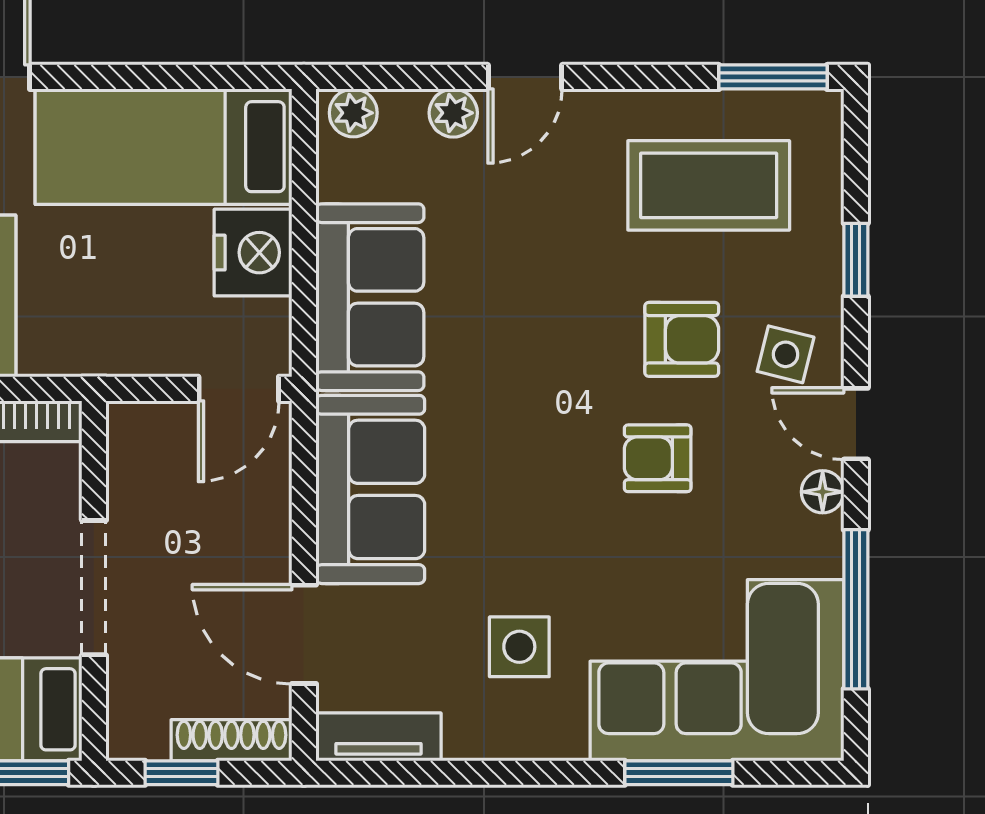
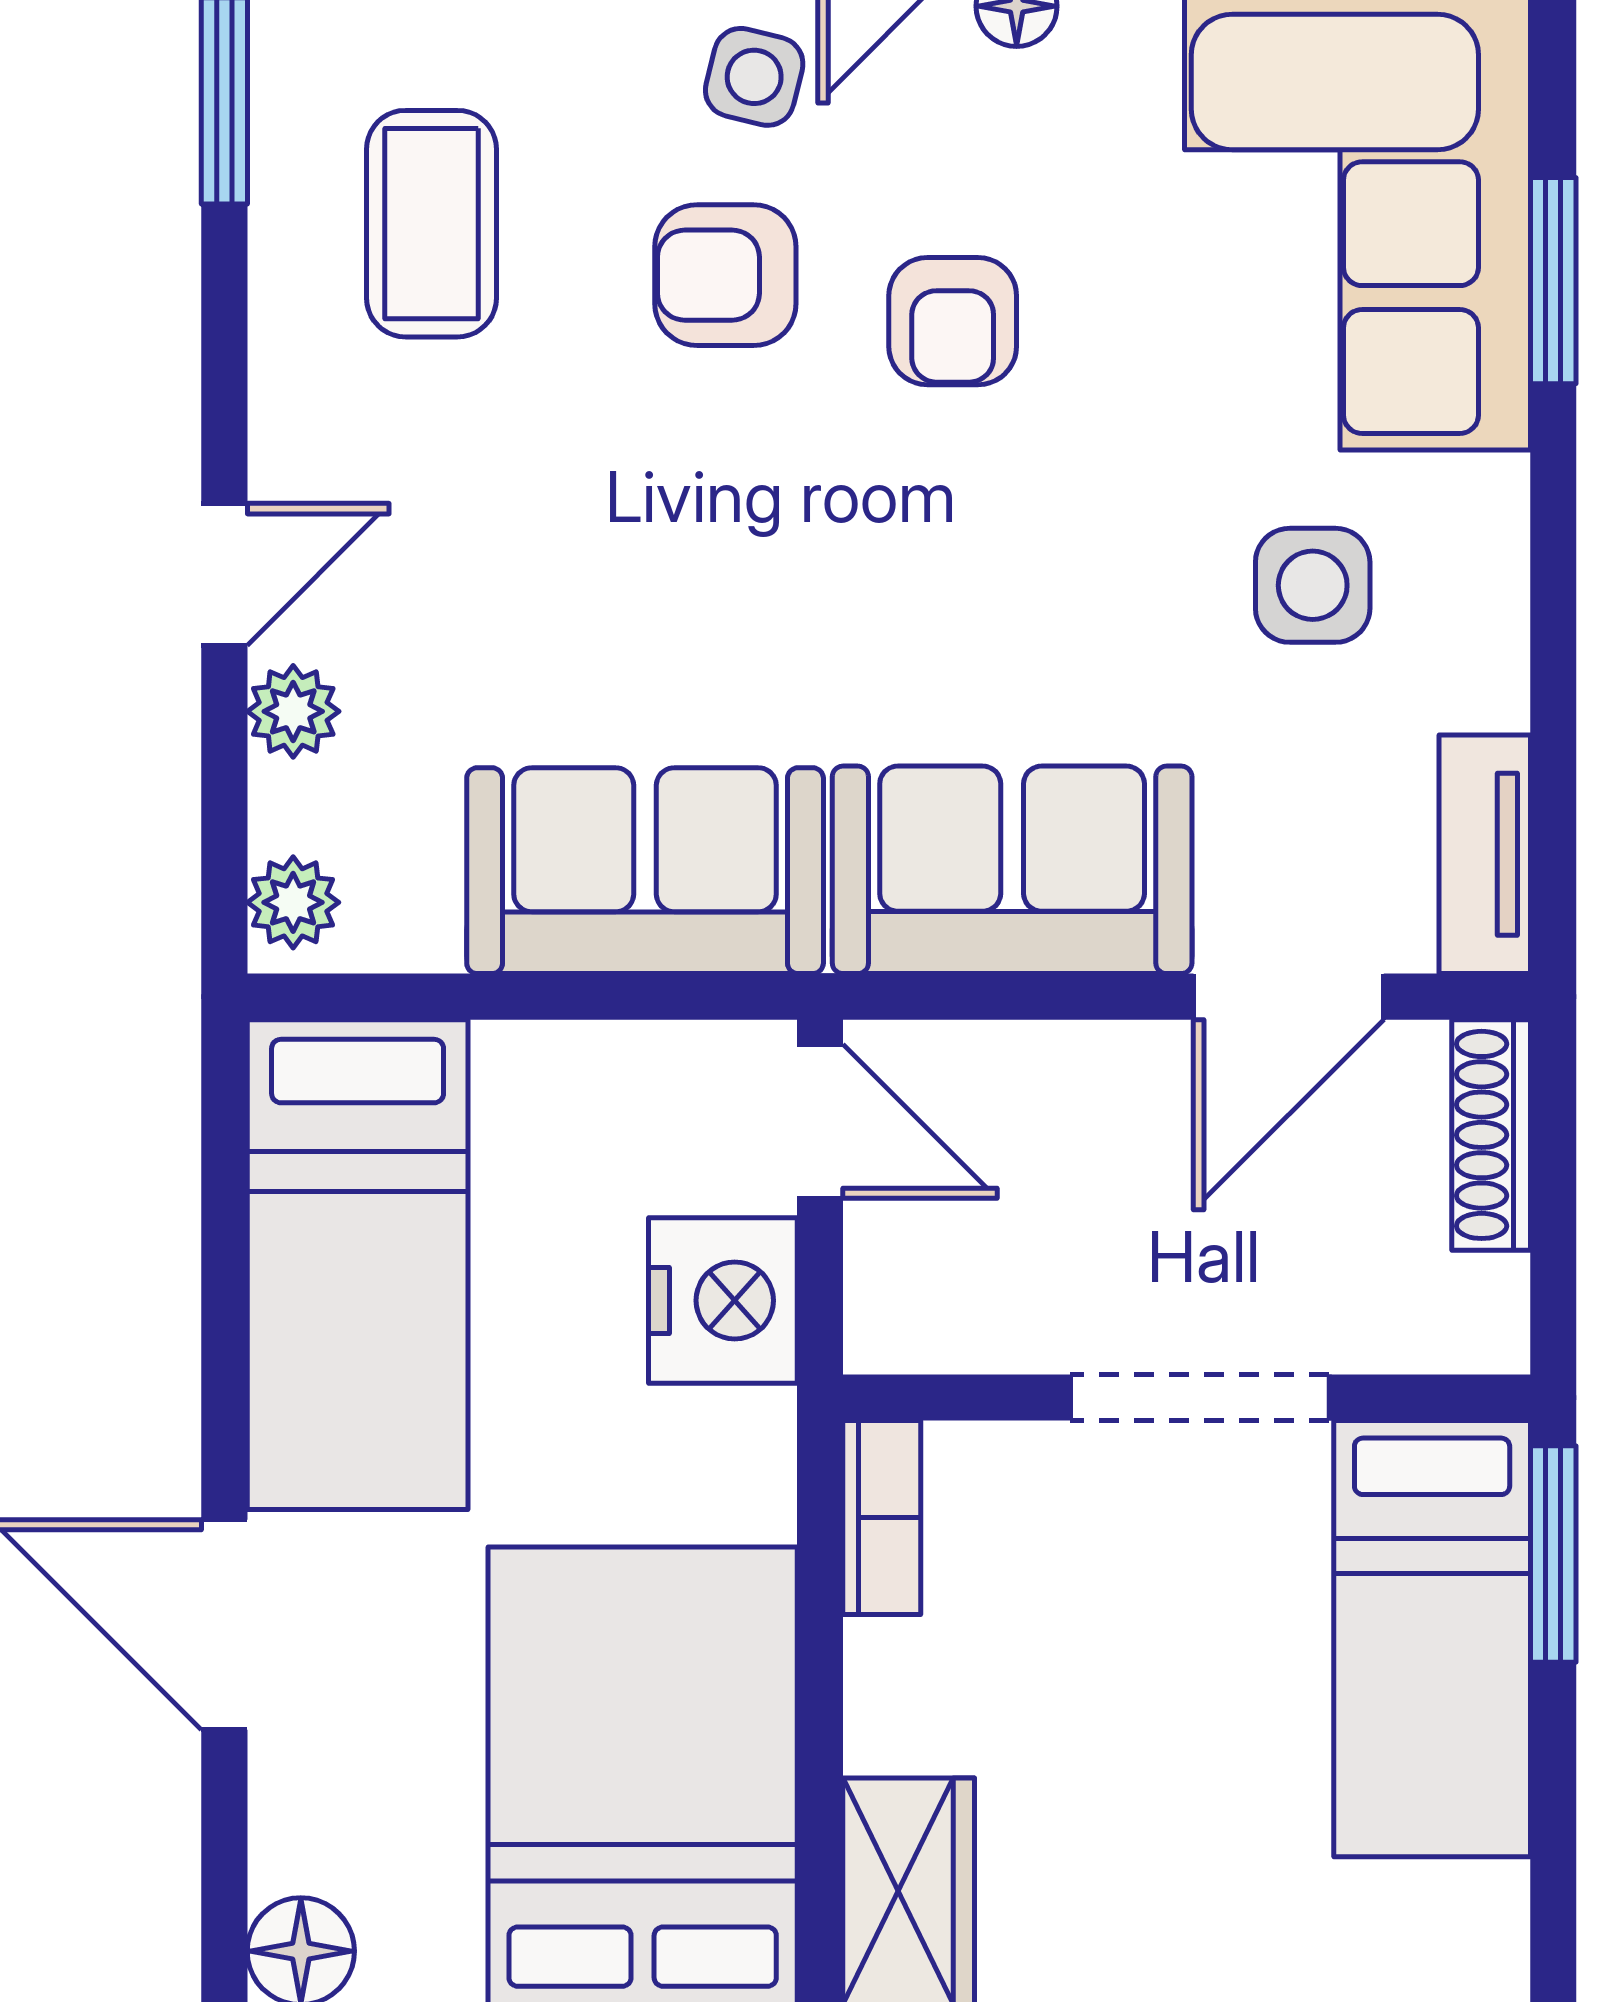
door: (525, 77) -> (224, 574), hinge flipped
coffee table: (709, 185) -> (431, 224), width x0.73, depth x0.76
nightstand: (253, 253) -> (723, 1300), moved, turned 90
armchair: (682, 339) -> (725, 275), turned -90
window: (181, 773) -> (1553, 1231), removed

